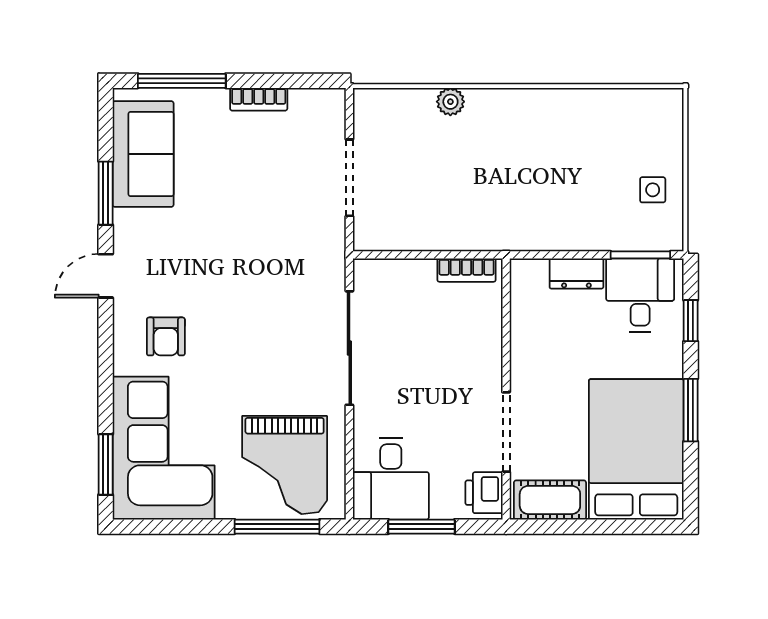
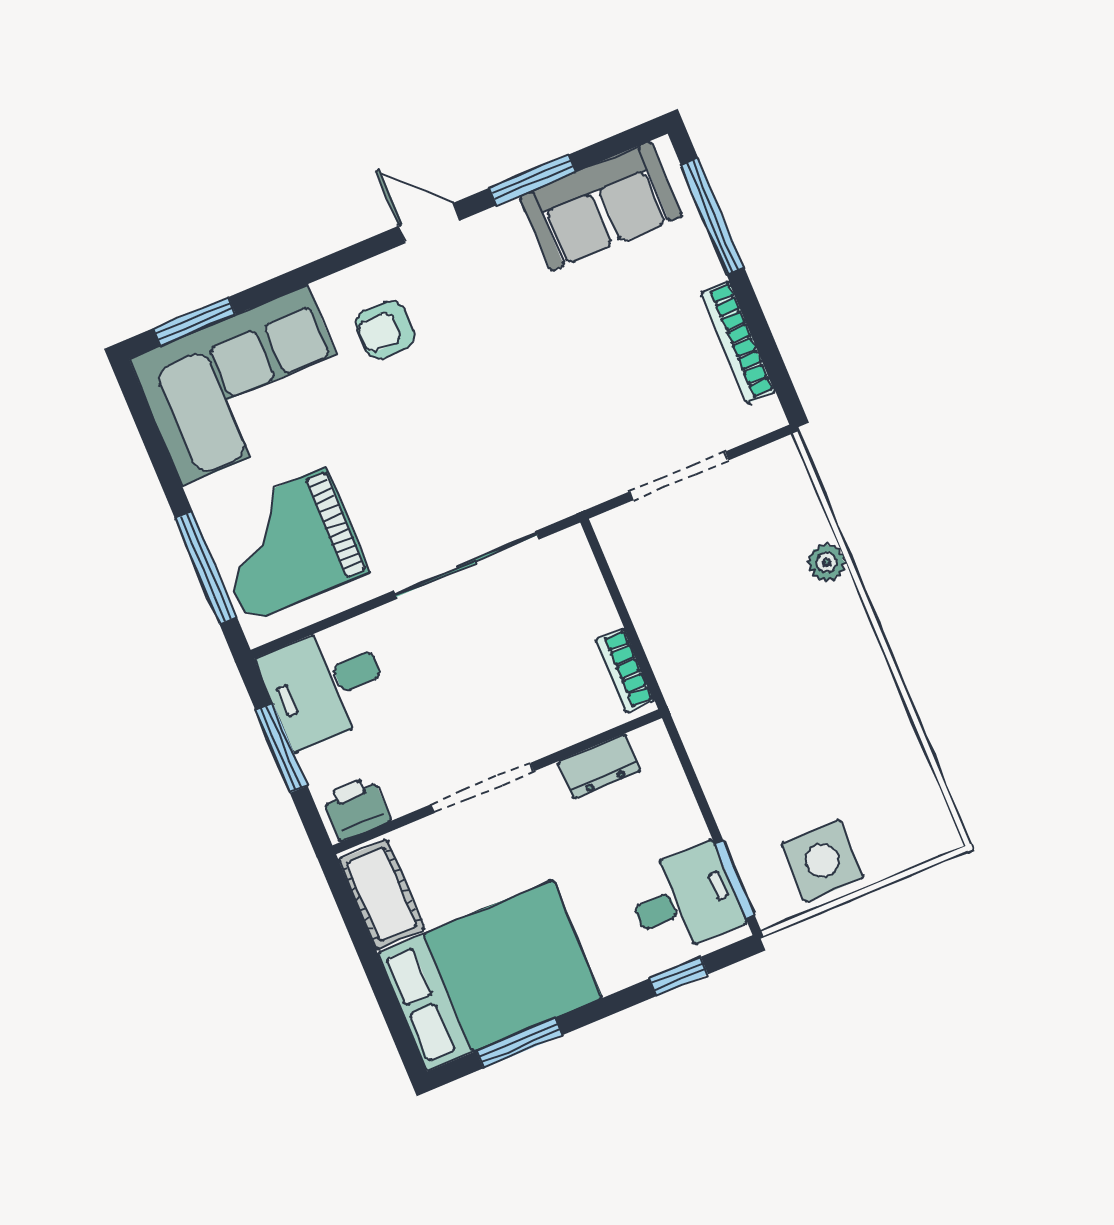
bookcase: (259, 99) -> (738, 342), width x1.56
side table: (653, 190) -> (822, 861), width x1.87, depth x1.87
dresser: (576, 274) -> (599, 766), moved, turned -90
window: (691, 410) -> (519, 1043), moved
doorway: (506, 432) -> (482, 788), moved

